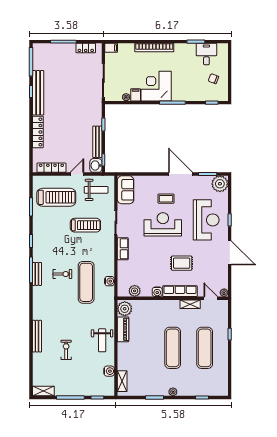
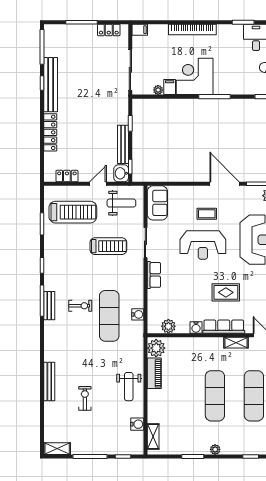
locker: (51, 168) -> (67, 176), width x0.66
reception desk: (163, 224) -> (203, 245), turned 180

